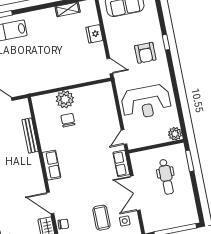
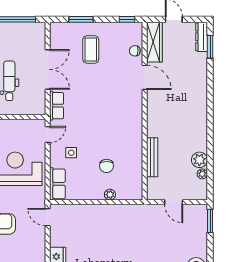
plant: (65, 99) -> (110, 195), width x0.53, depth x0.53
row of seats: (51, 165) -> (57, 184), moved, turned 180
side table: (125, 221) -> (71, 153), moved

